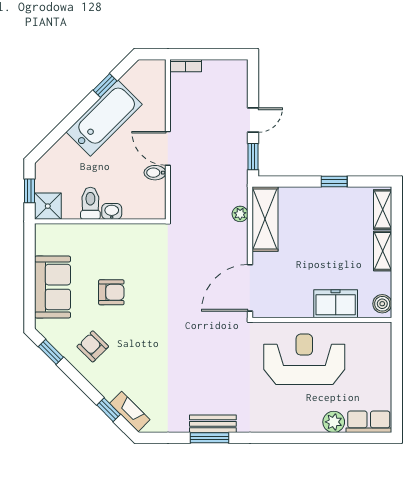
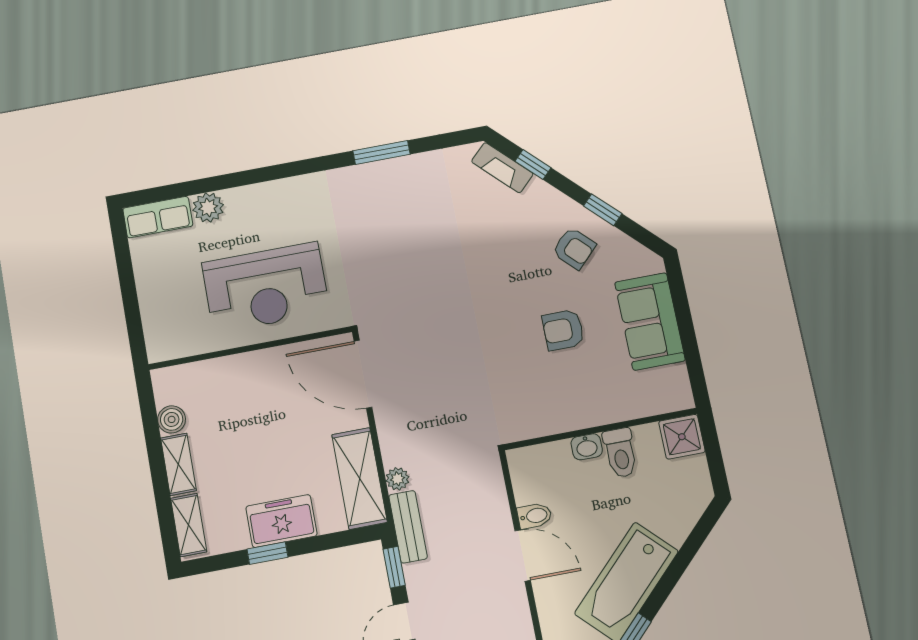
window: (29, 191) -> (714, 454), removed
door: (250, 288) -> (363, 374), swing flipped
freezer: (336, 304) -> (281, 521), moved, turned 180
boiler: (382, 304) -> (172, 419), moved
window: (51, 352) -> (603, 210), moved
bench: (213, 424) -> (408, 527), moved, turned 90

